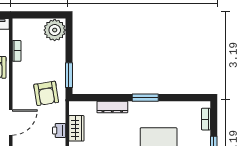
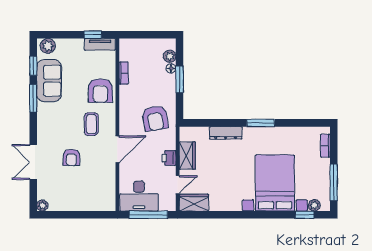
plant: (55, 30) -> (170, 56), width x0.53, depth x0.53
floor lamp: (61, 47) -> (171, 68), added
window: (69, 75) -> (179, 79), moved

